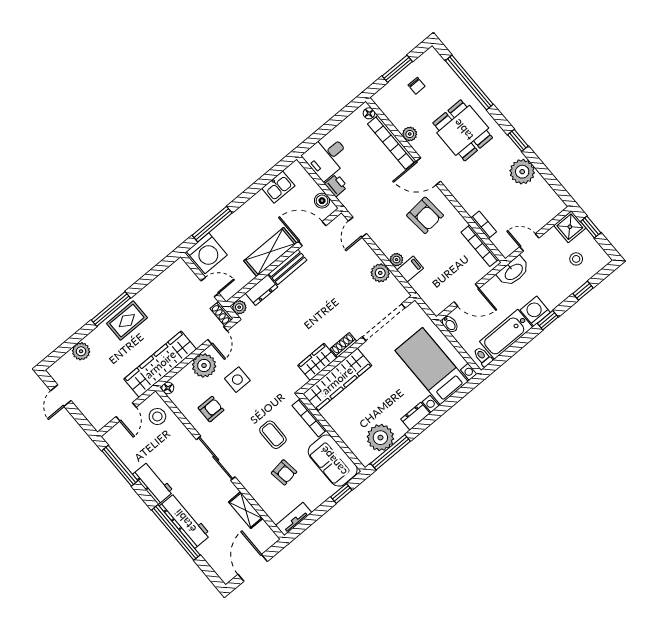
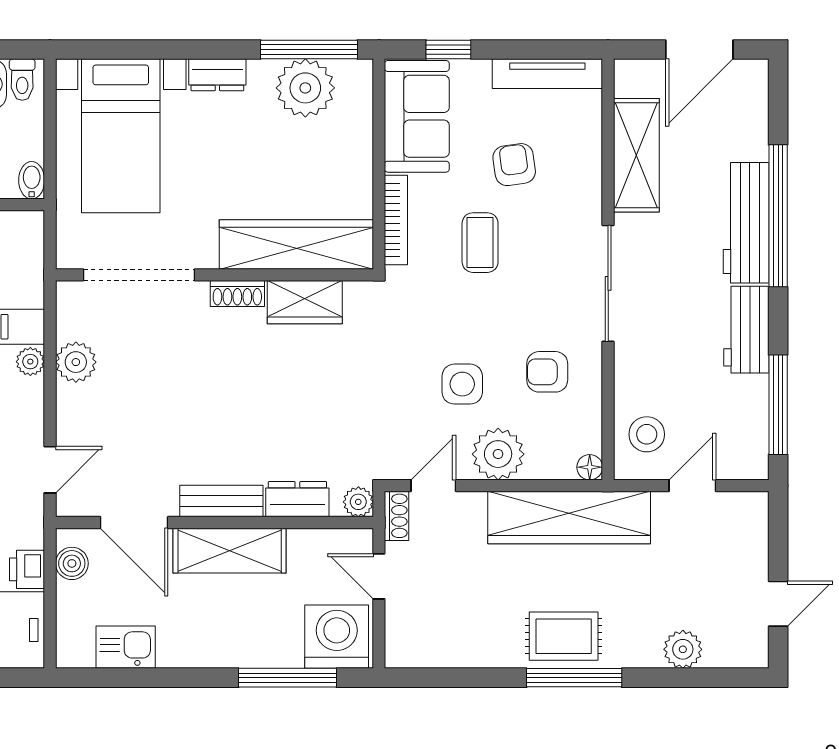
shelving: (246, 510) -> (636, 155), width x1.50, depth x1.33
tv unit: (294, 519) -> (547, 74), width x1.41

